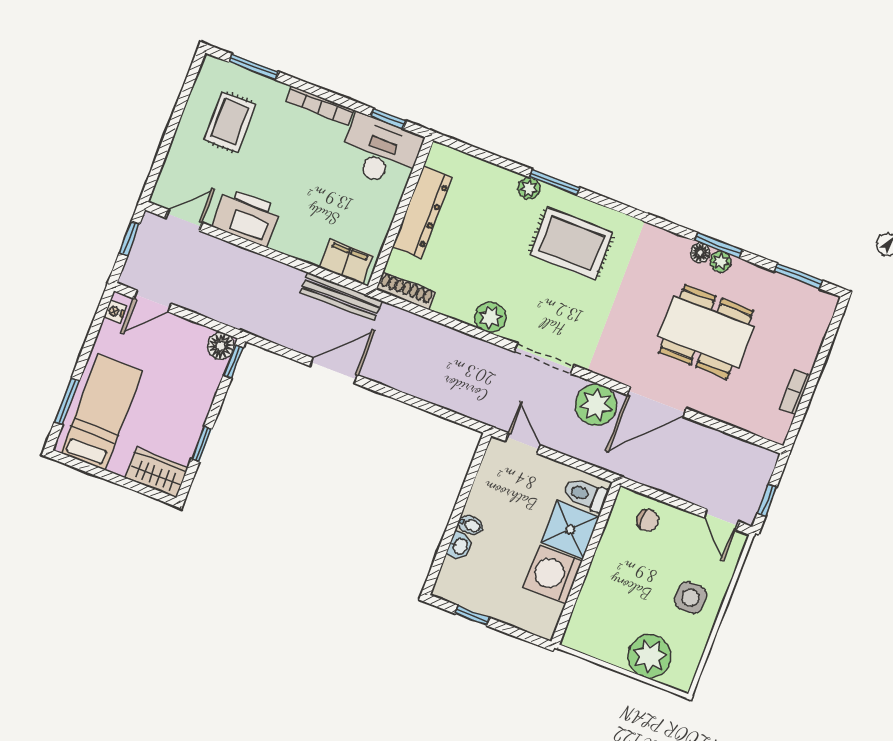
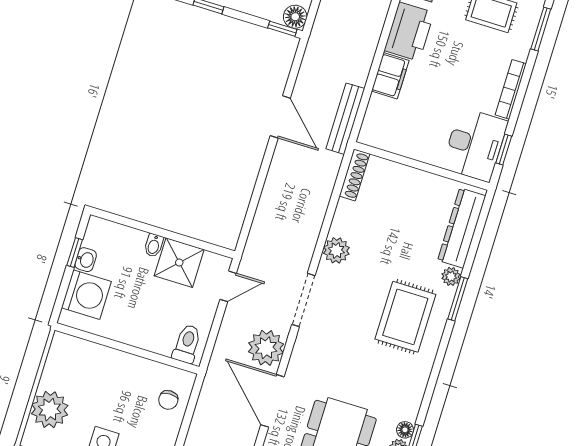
dresser: (422, 212) -> (462, 228), moved, turned 90
filing cabinet: (346, 262) -> (390, 76), moved
shower: (570, 530) -> (179, 263), moved
washbasin: (460, 546) -> (86, 260), moved, turned -90
washing machine: (553, 574) -> (86, 295), moved, turned 90

